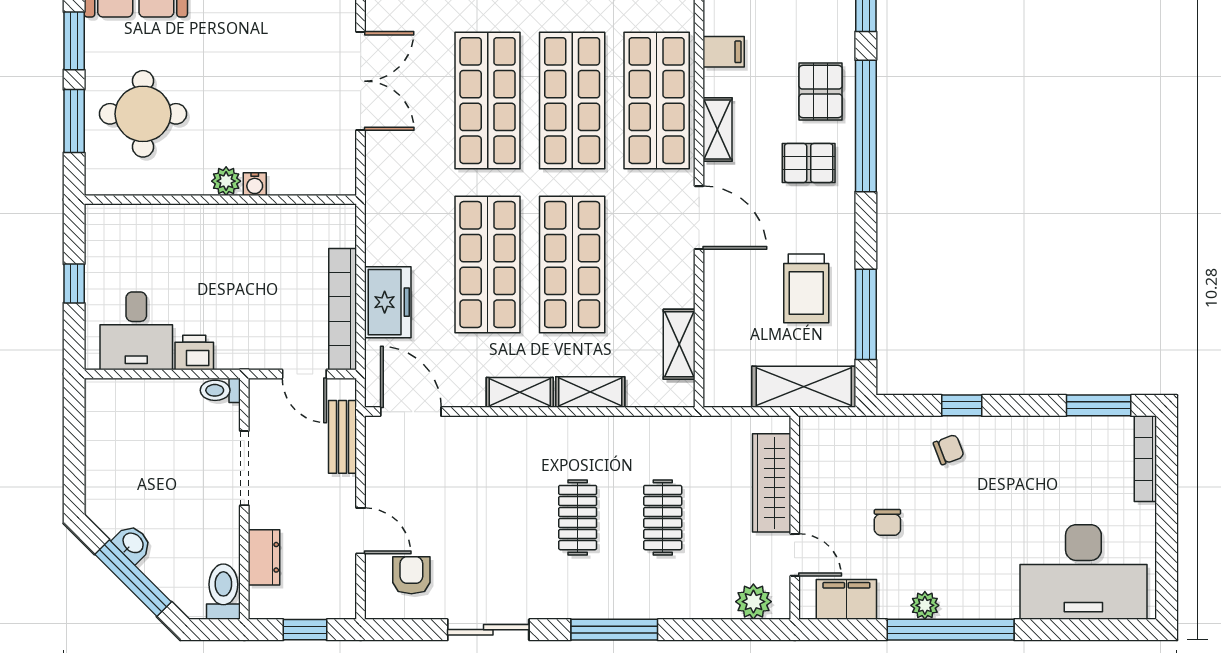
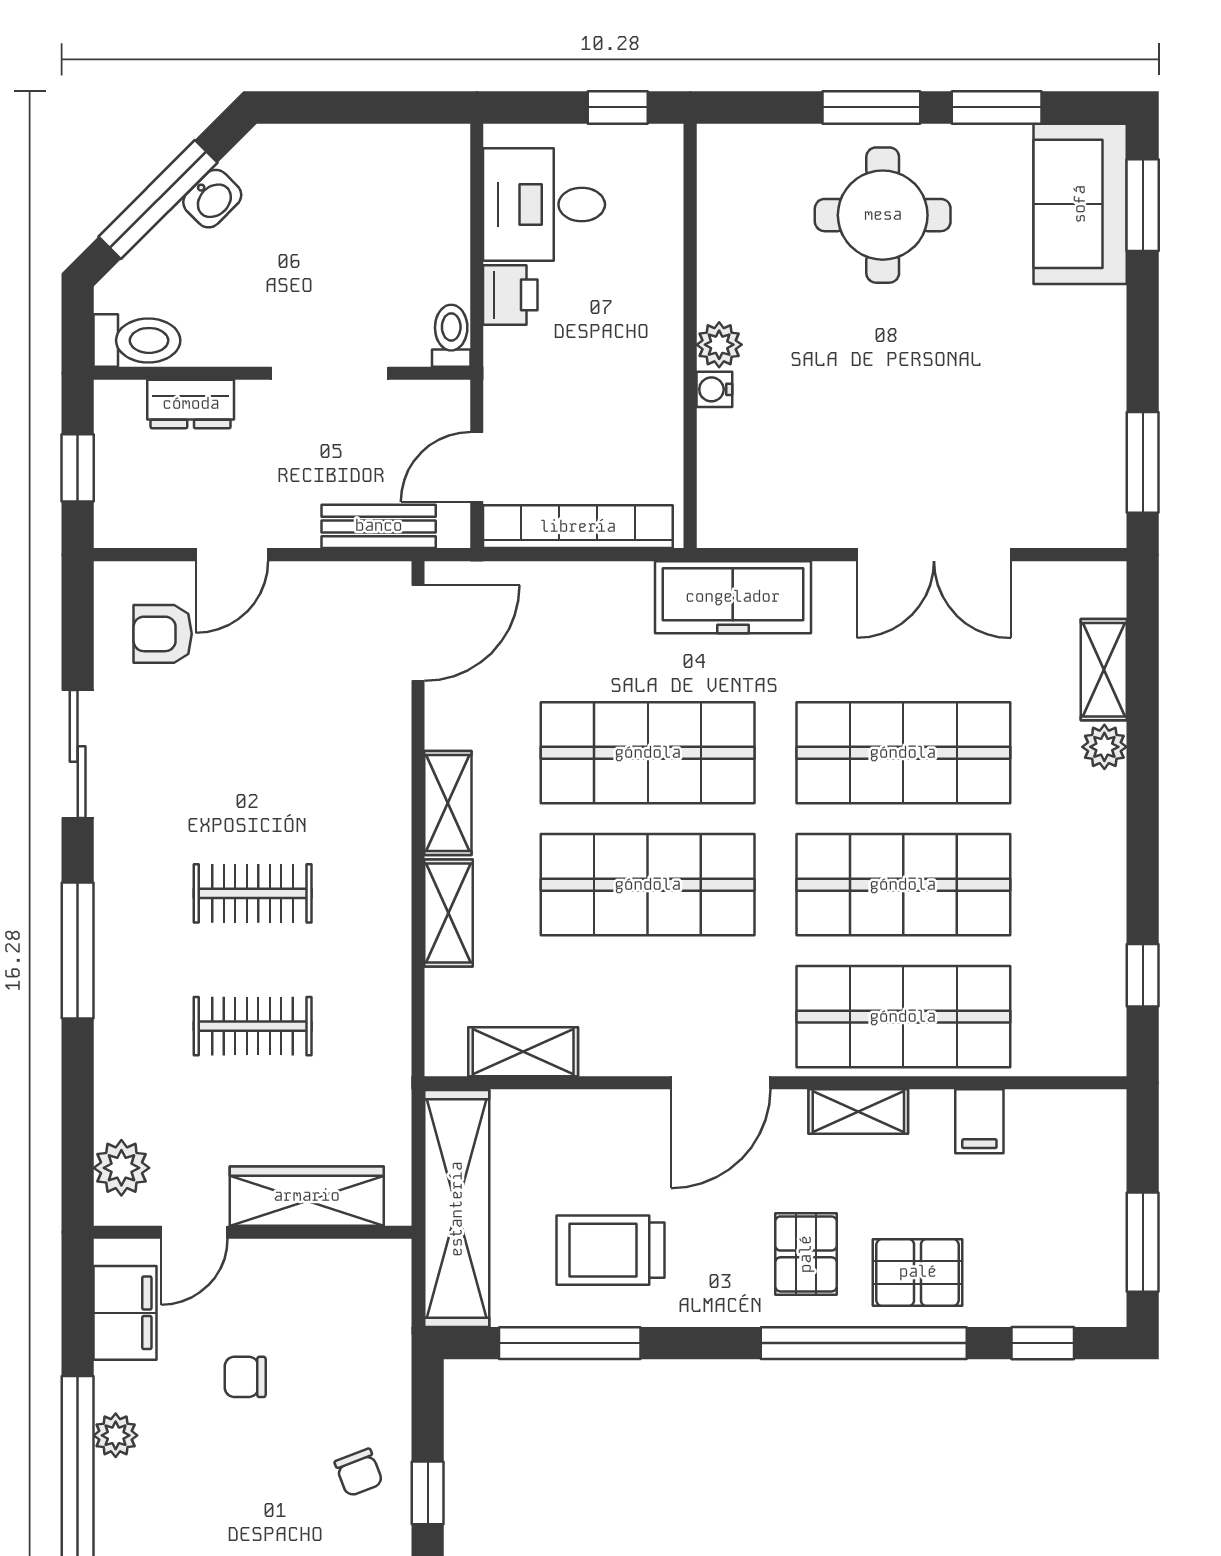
plant: (226, 181) -> (719, 345), moved
water cooler: (255, 184) -> (714, 389), moved
wall: (220, 200) -> (690, 336), moved
freezer: (388, 302) -> (733, 597), moved, width x1.40
shelving: (804, 387) -> (457, 1209), width x1.47
armchair: (411, 575) -> (163, 634), turned 180

